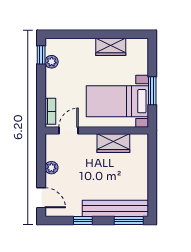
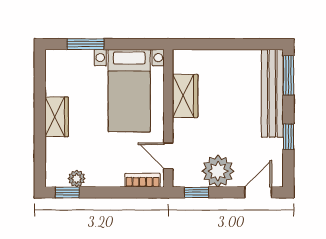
wardrobe: (111, 47) -> (57, 117), moved
window: (152, 91) -> (85, 44), moved
window: (41, 152) -> (197, 192), added
plant: (51, 168) -> (218, 171), width x1.88, depth x1.88

